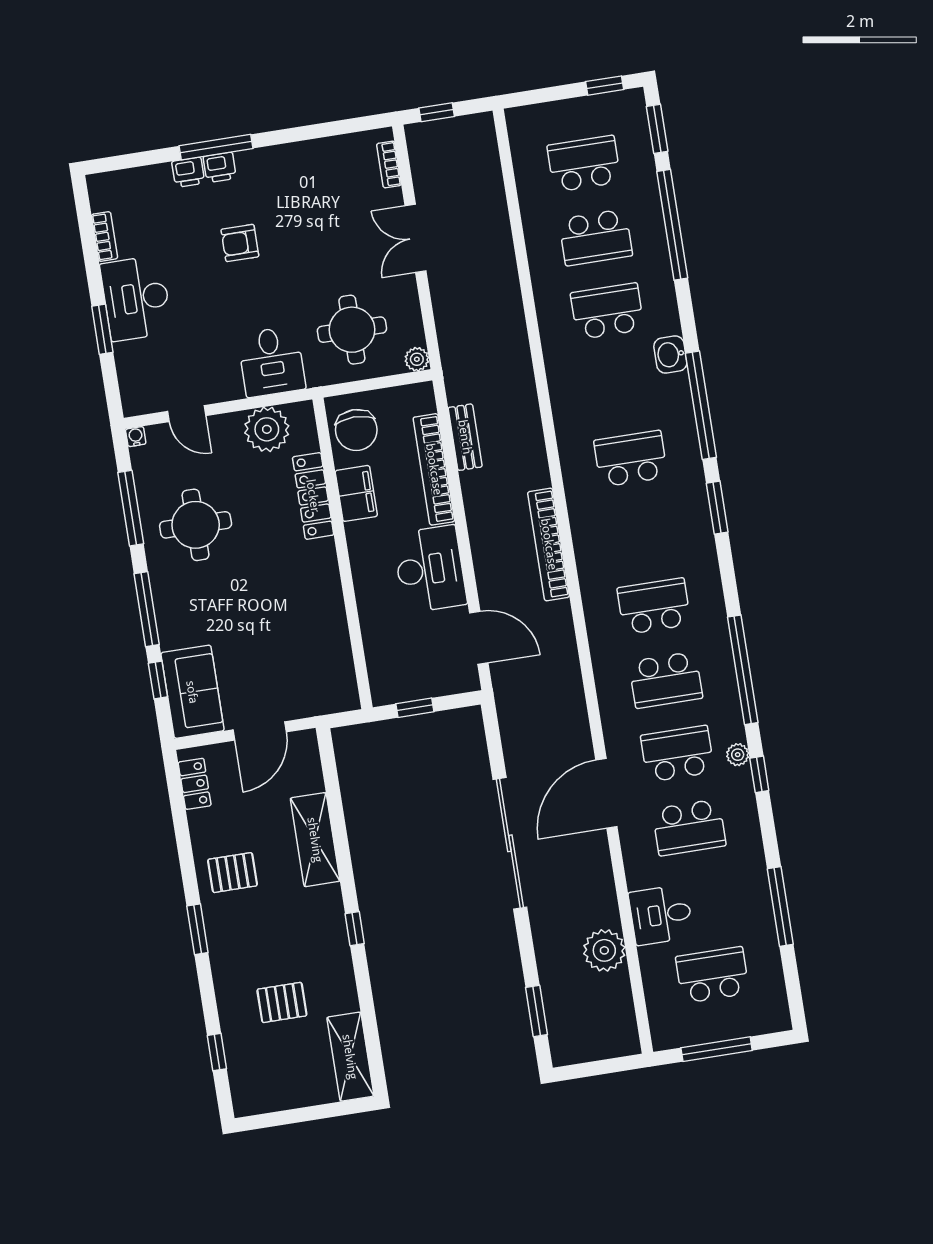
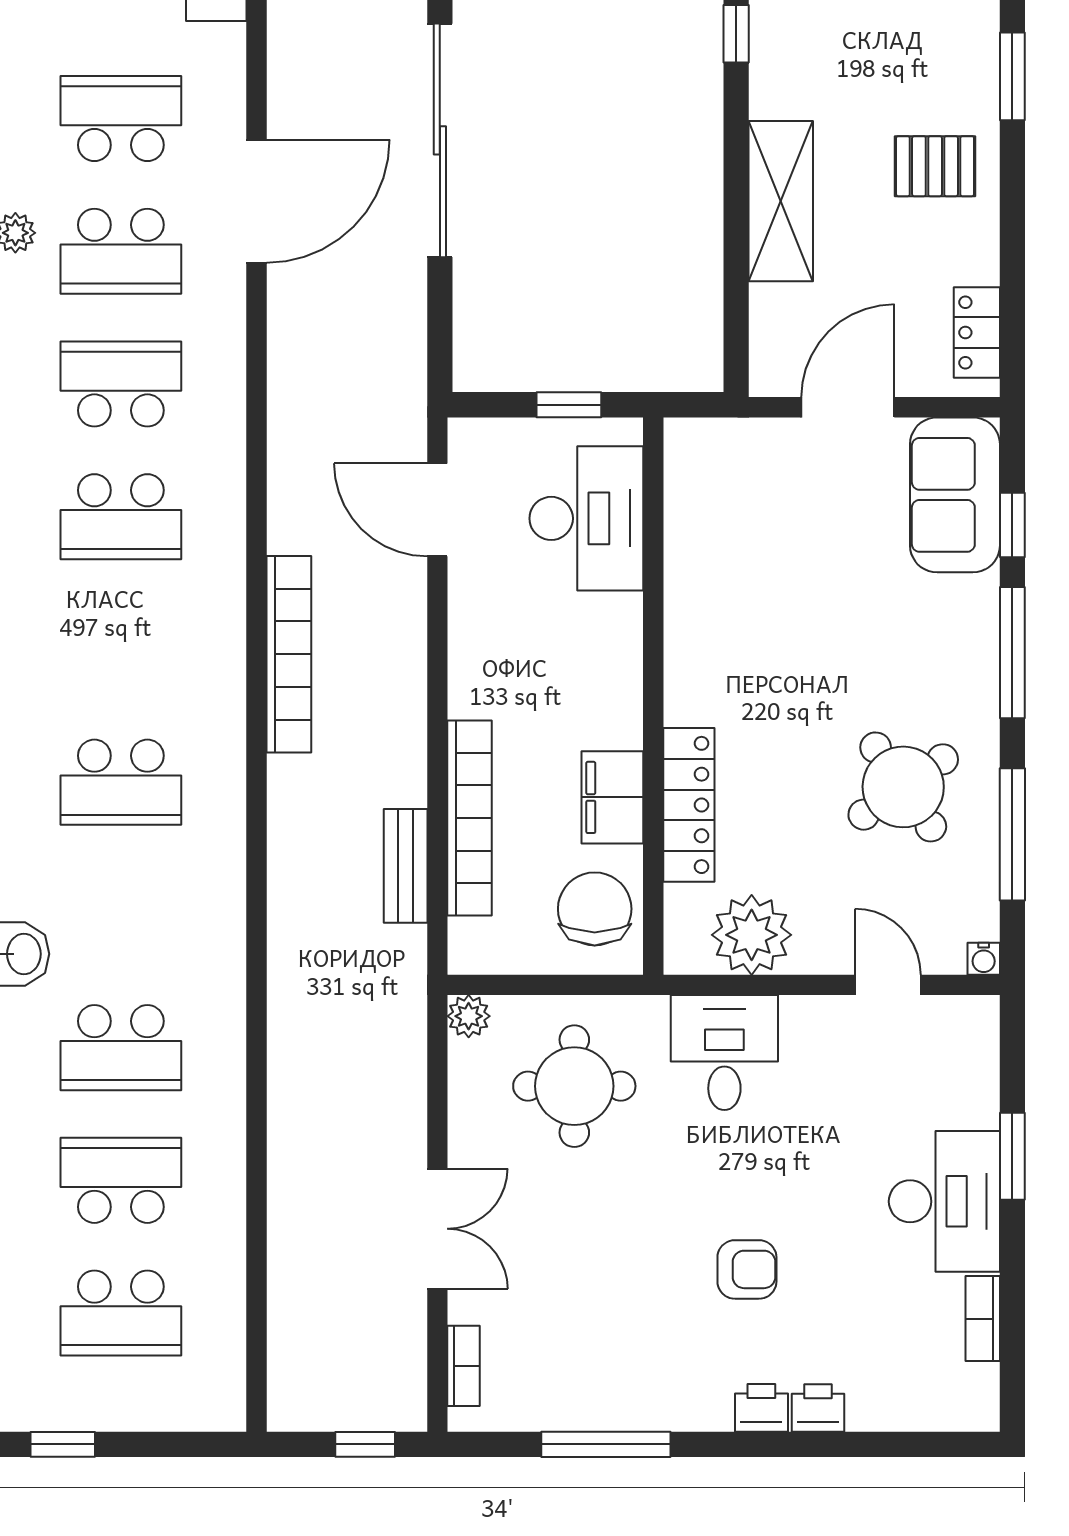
window: (216, 147) -> (606, 1444), moved
round table: (196, 525) -> (903, 787), turned -35
desk: (430, 569) -> (586, 518), moved, turned 180

